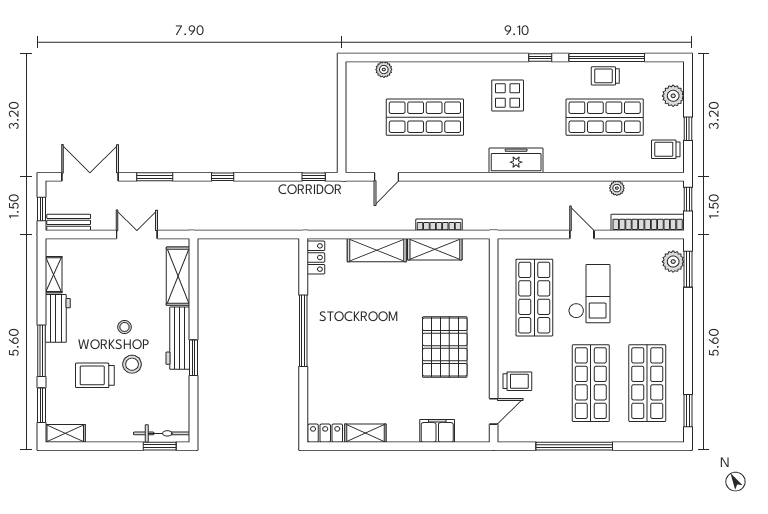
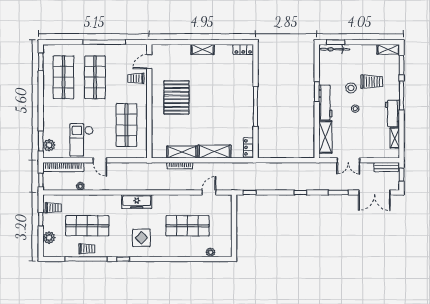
checkout: (589, 294) -> (82, 140), moved
filing cabinet: (437, 431) -> (181, 51), removed
shelving: (365, 433) -> (203, 49), moved

